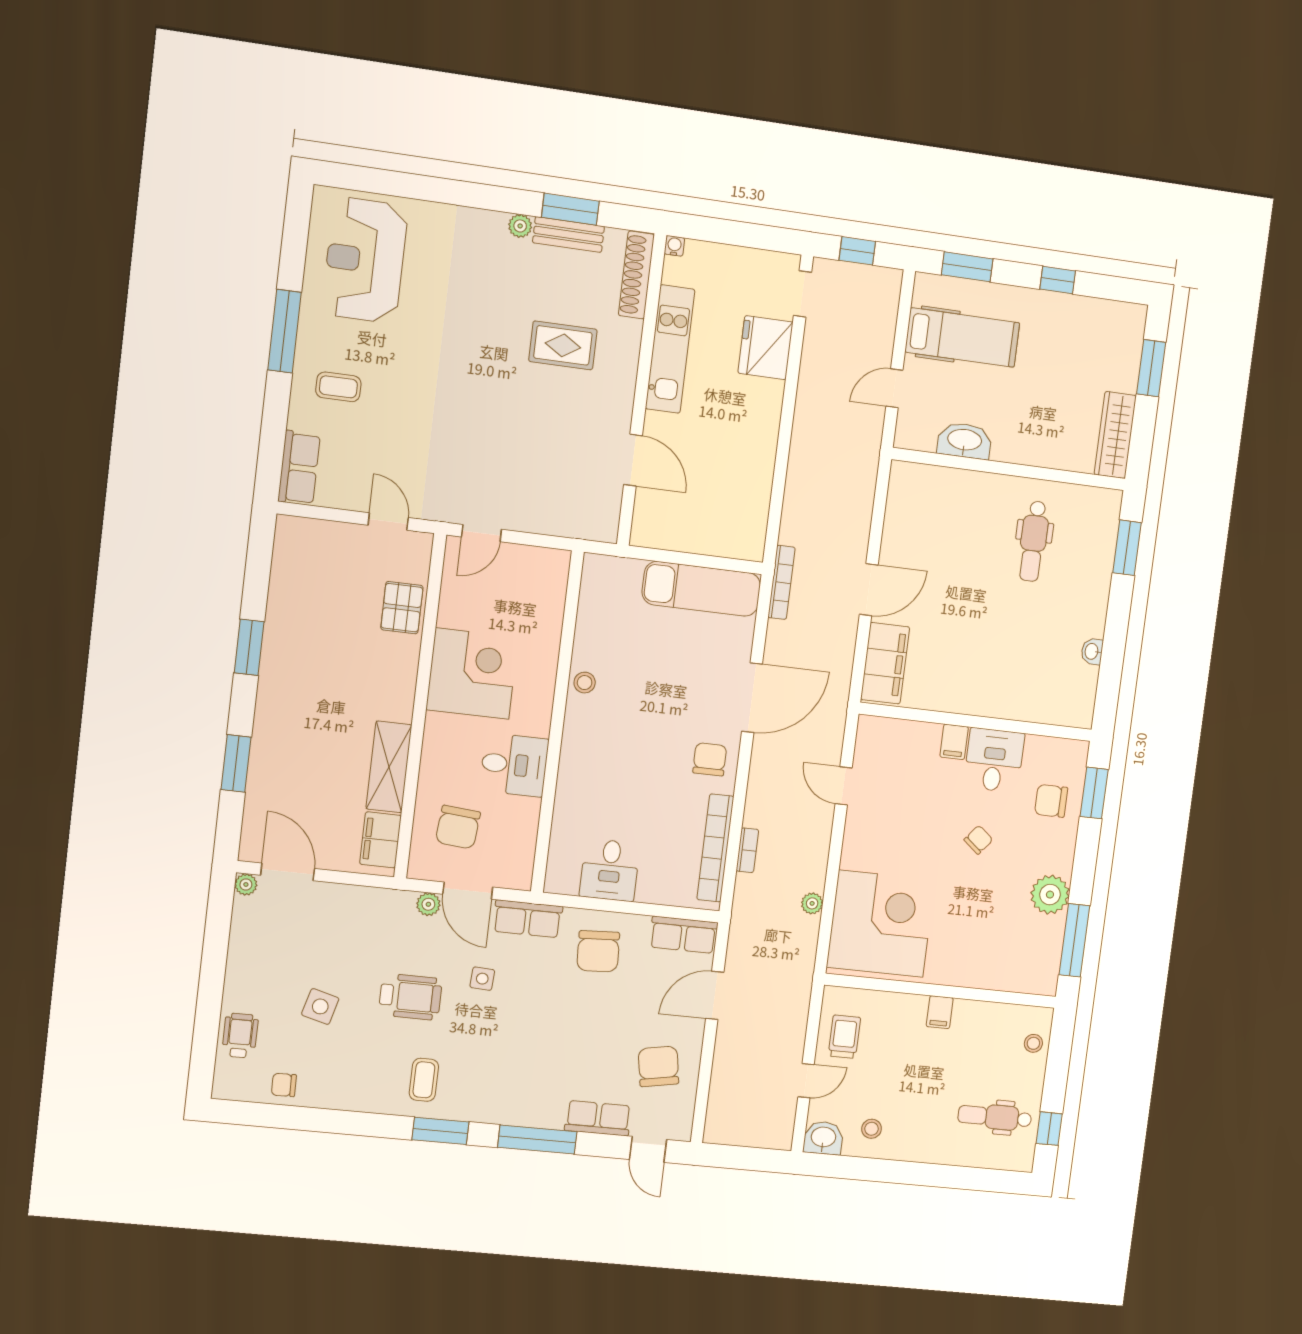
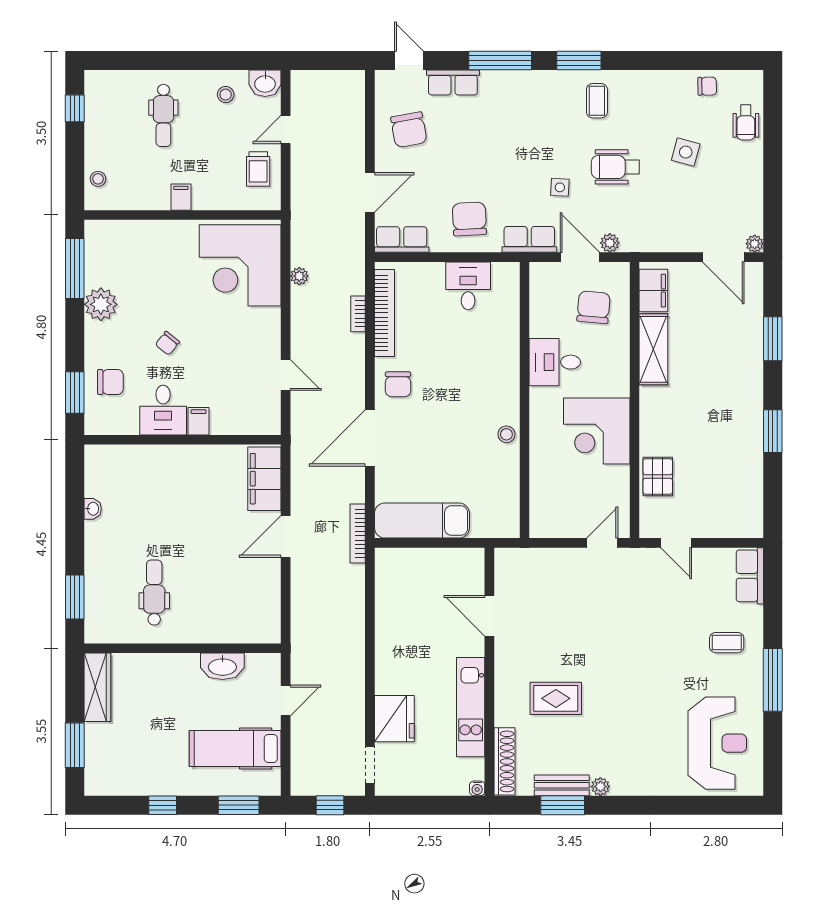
dental chair: (995, 1117) -> (163, 115), moved, turned 90

